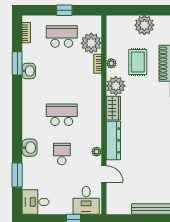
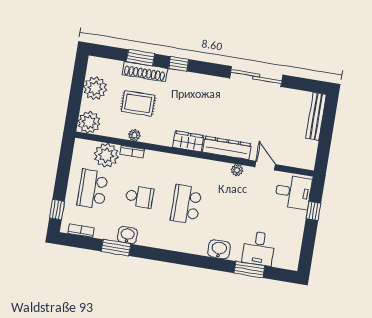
window: (64, 10) -> (57, 210), moved
plant: (116, 86) -> (89, 122), moved
school desk: (62, 154) -> (139, 197), moved, turned 180
door: (104, 174) -> (265, 166), hinge flipped
desk: (36, 202) -> (259, 248), moved

